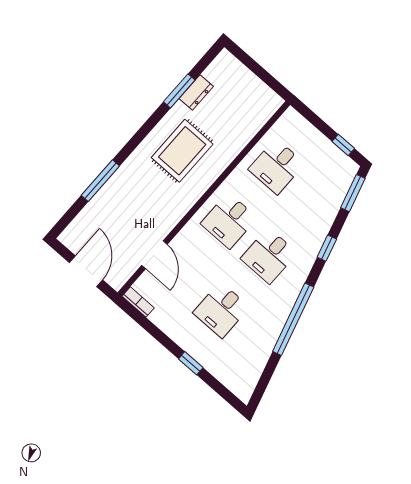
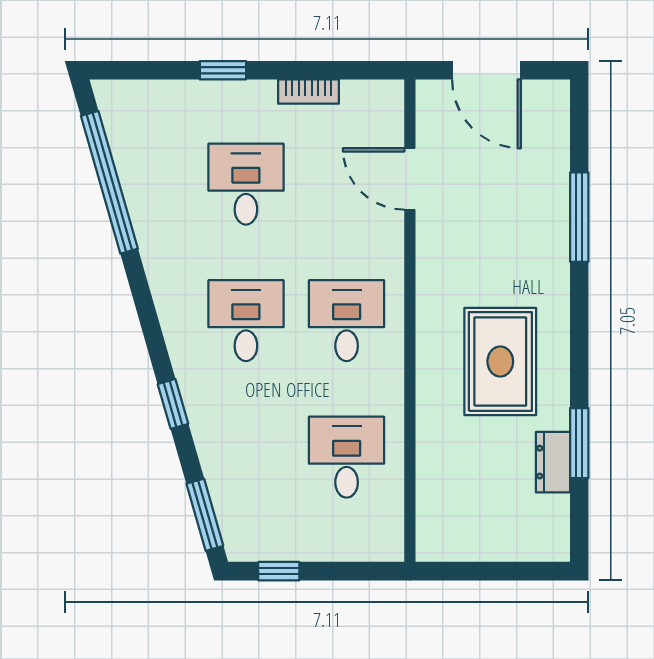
bookcase: (138, 302) -> (308, 92), moved
window: (293, 319) -> (109, 182), moved

